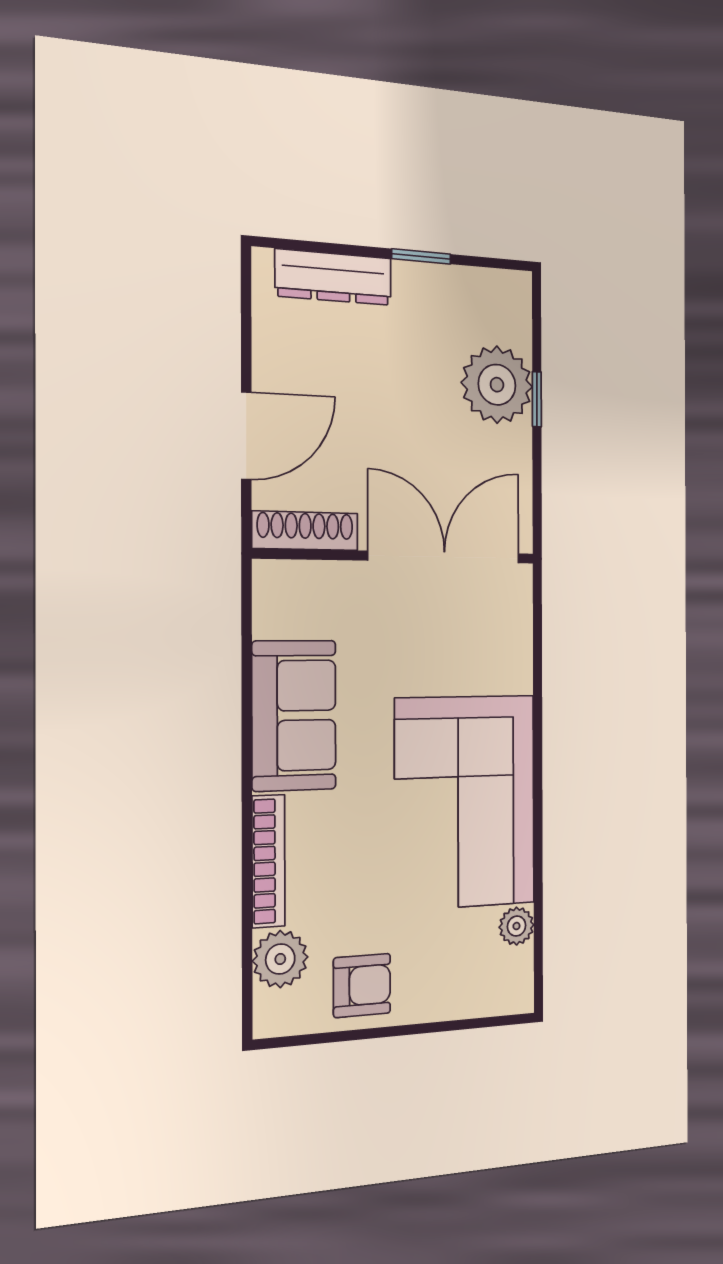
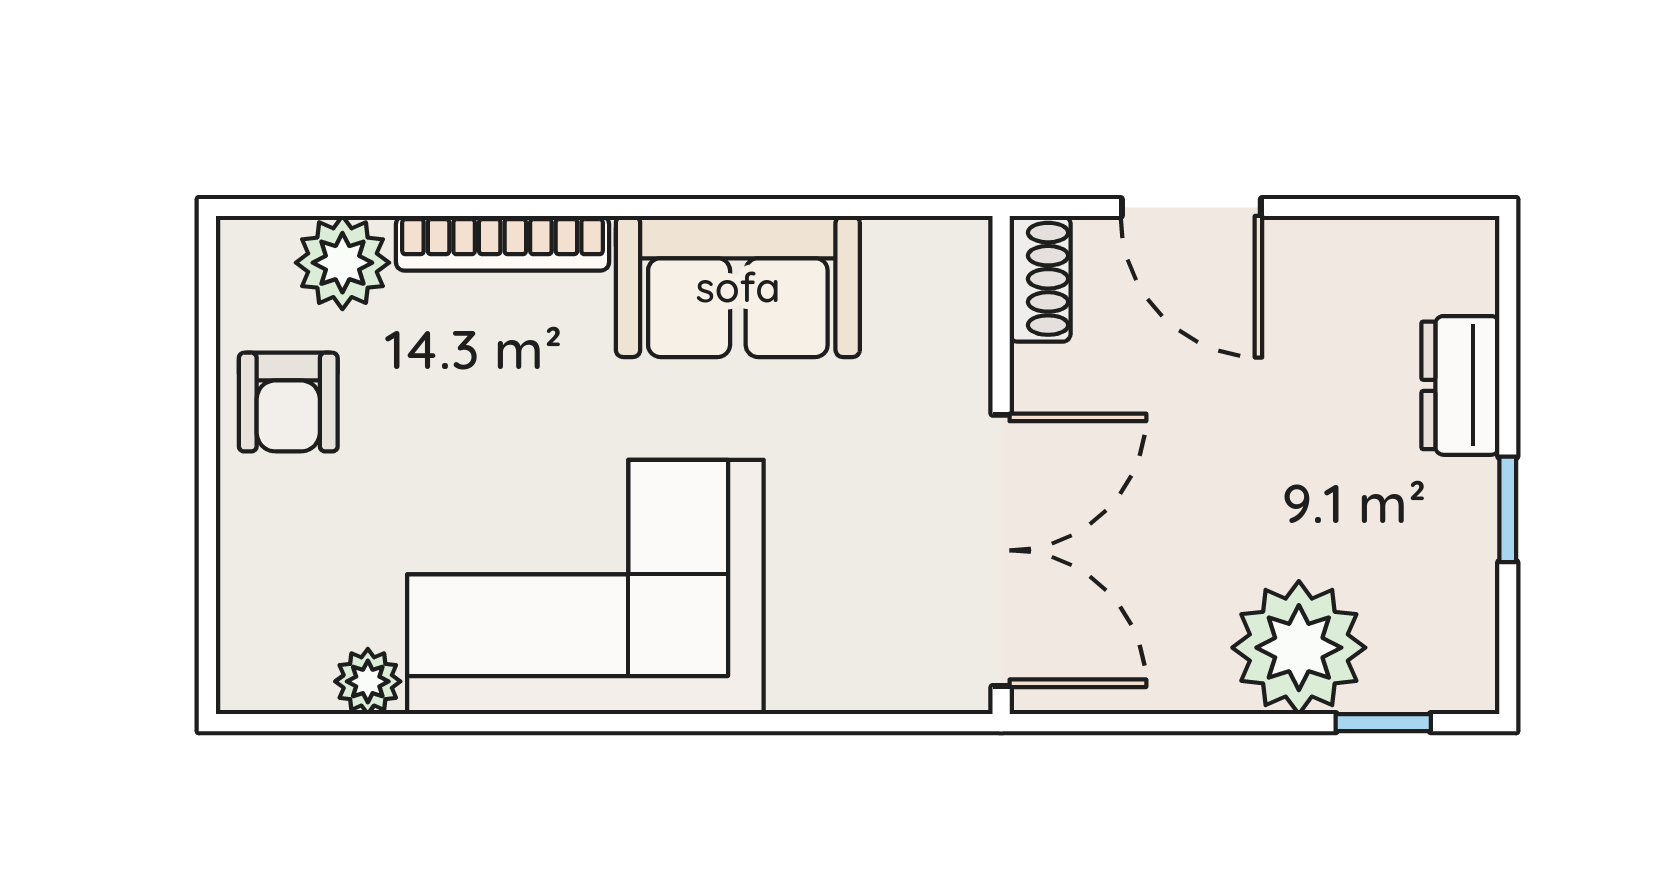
dresser: (333, 277) -> (1460, 385), width x0.70
window: (537, 399) -> (1383, 723), moved
shoe rack: (305, 531) -> (1040, 279), width x0.70

